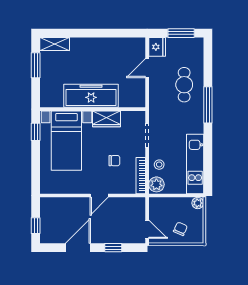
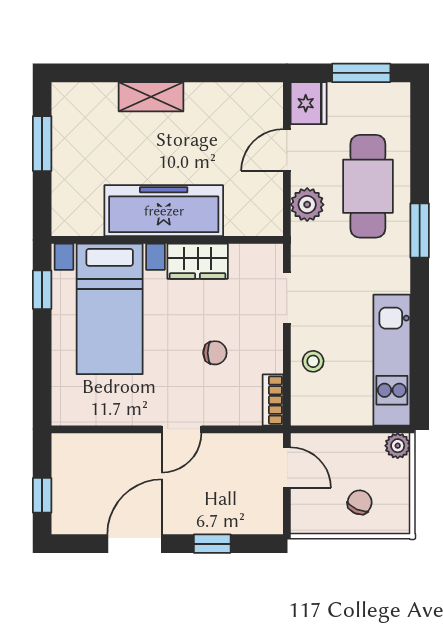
shelving: (55, 44) -> (151, 97), moved
cafe table: (184, 85) -> (368, 186), width x1.37, depth x1.35
window: (208, 105) -> (420, 230), width x0.69
bookcase: (141, 176) -> (273, 400), width x0.64
plant: (156, 184) -> (307, 205), moved
door: (147, 229) -> (287, 468), moved

